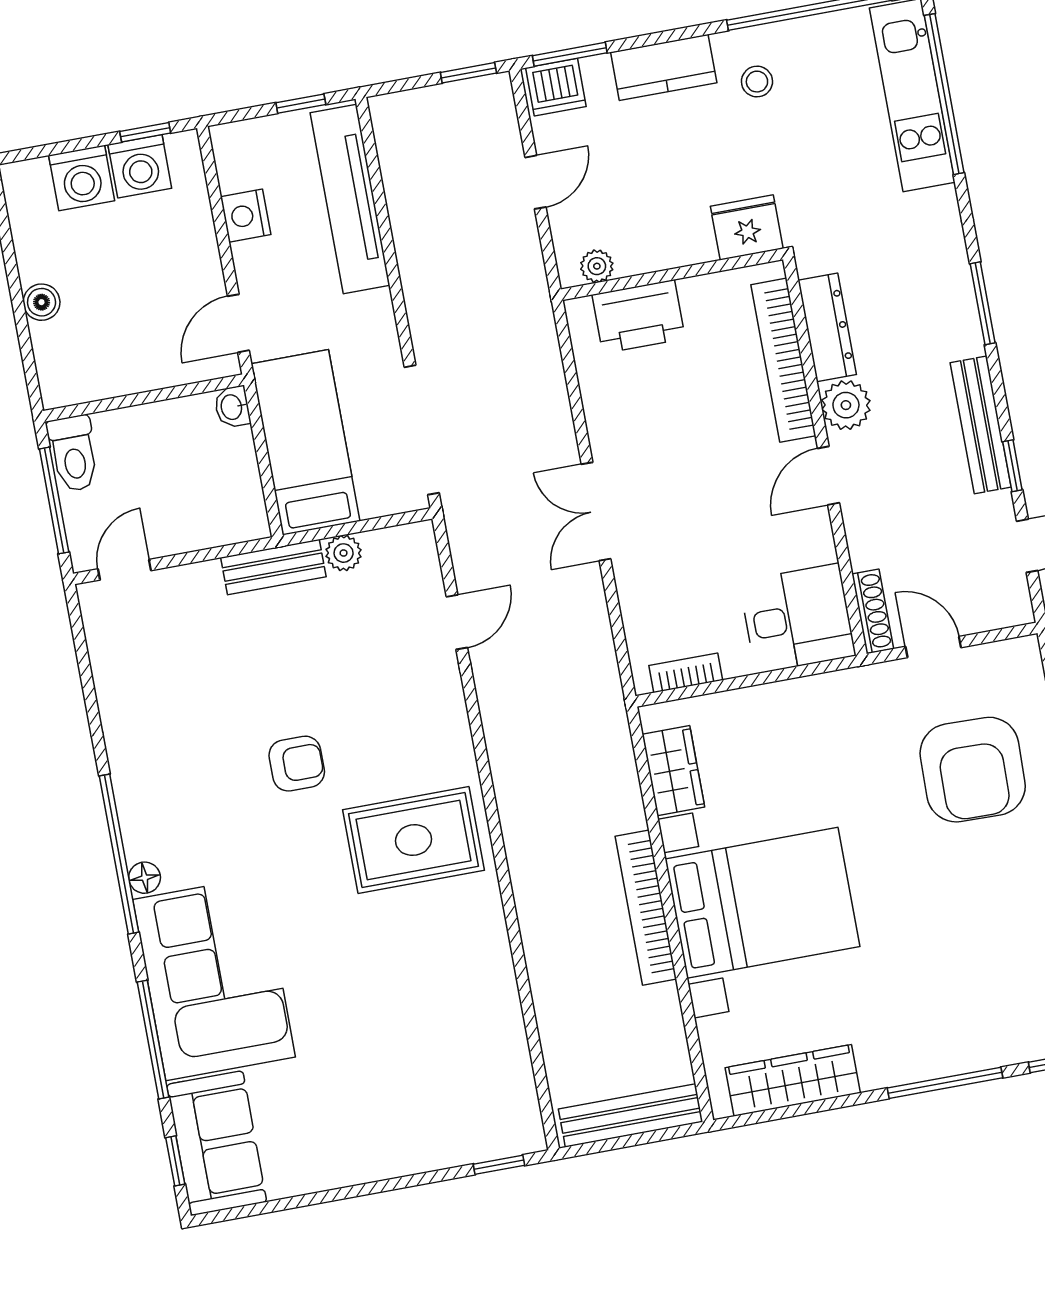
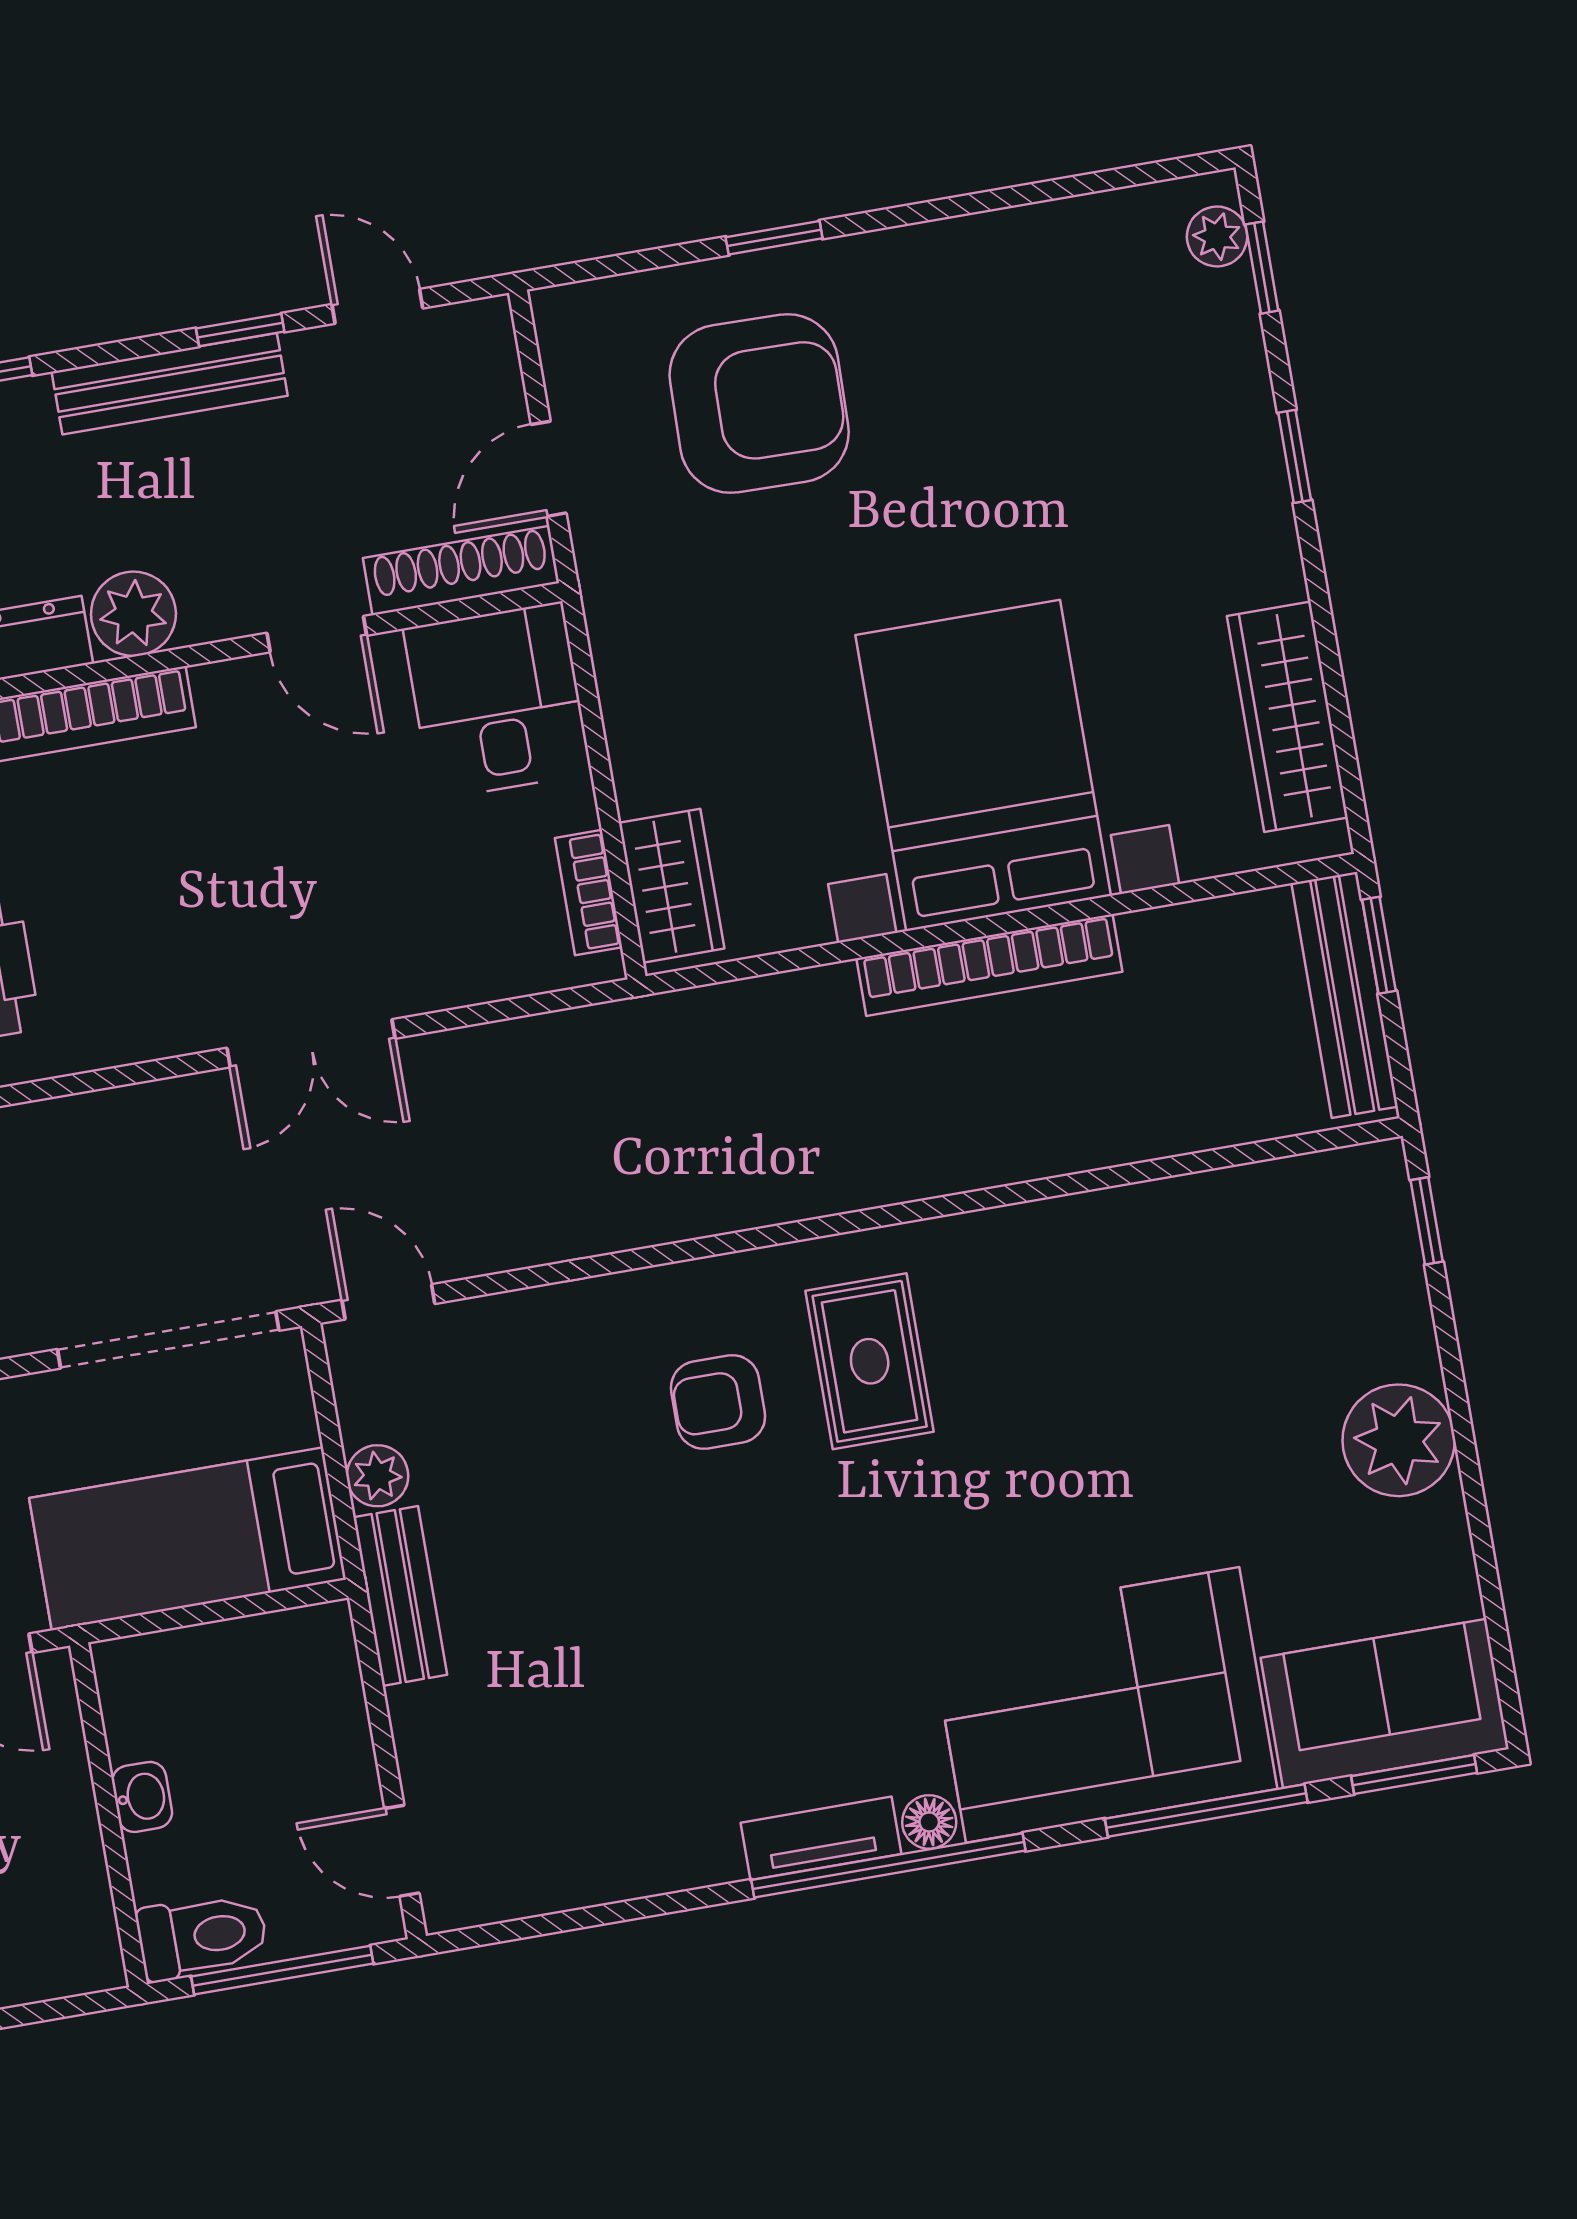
washbasin: (232, 407) -> (142, 1797), moved, turned -90
door: (828, 476) -> (317, 634), moved
shoe rack: (873, 611) -> (461, 570), width x1.36, depth x1.24
door: (457, 622) -> (388, 1302), moved
armchair: (297, 764) -> (718, 1402), moved, turned -90
wardrobe: (673, 771) -> (672, 886), moved, turned 90
tv unit: (134, 815) -> (821, 1838), added
rug: (414, 840) -> (870, 1361), width x0.73, depth x0.70
window: (945, 1083) -> (1295, 456), width x0.46
window: (660, 1135) -> (1379, 945), added
plant: (371, 1150) -> (1399, 1440), added
window: (175, 1161) -> (1414, 1775), width x1.50

